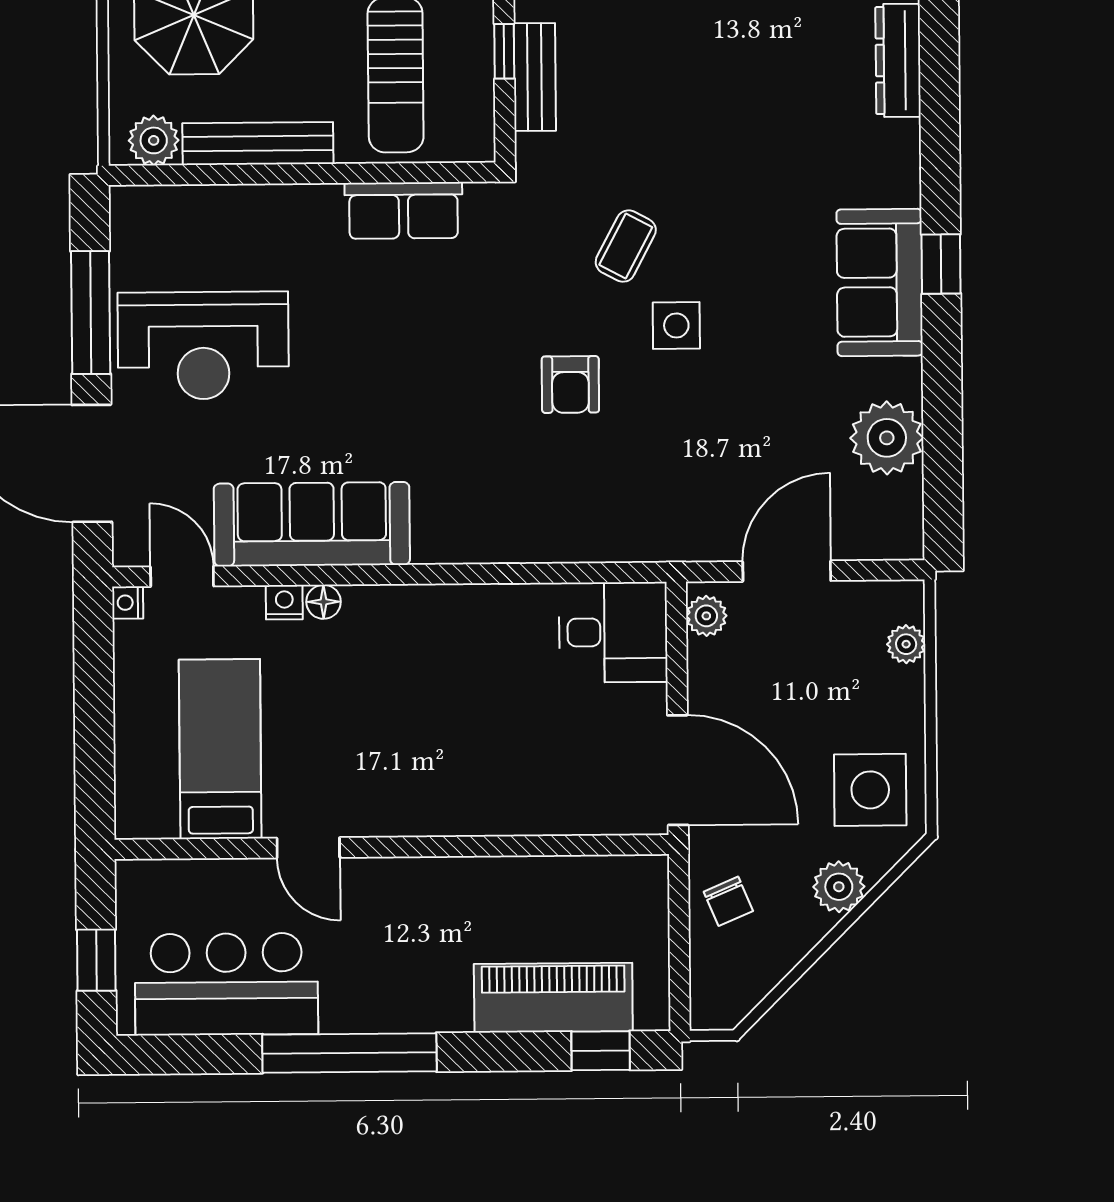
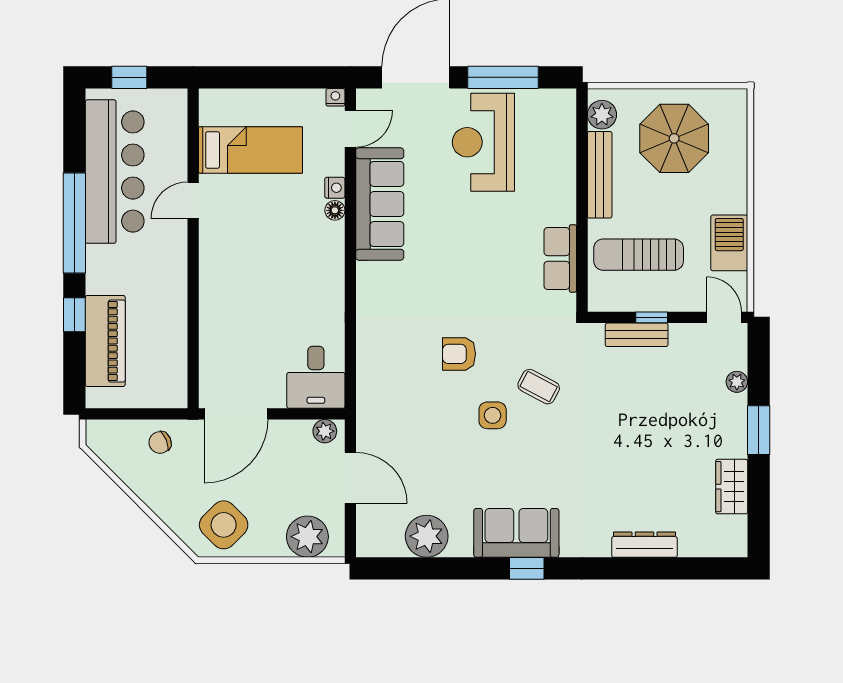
plant: (906, 644) -> (307, 537), width x1.88, depth x1.88
side table: (870, 790) -> (224, 525), turned 45
plant: (839, 887) -> (168, 506), removed
bar counter: (226, 984) -> (115, 172), width x1.36
window: (601, 1051) -> (74, 315), moved

